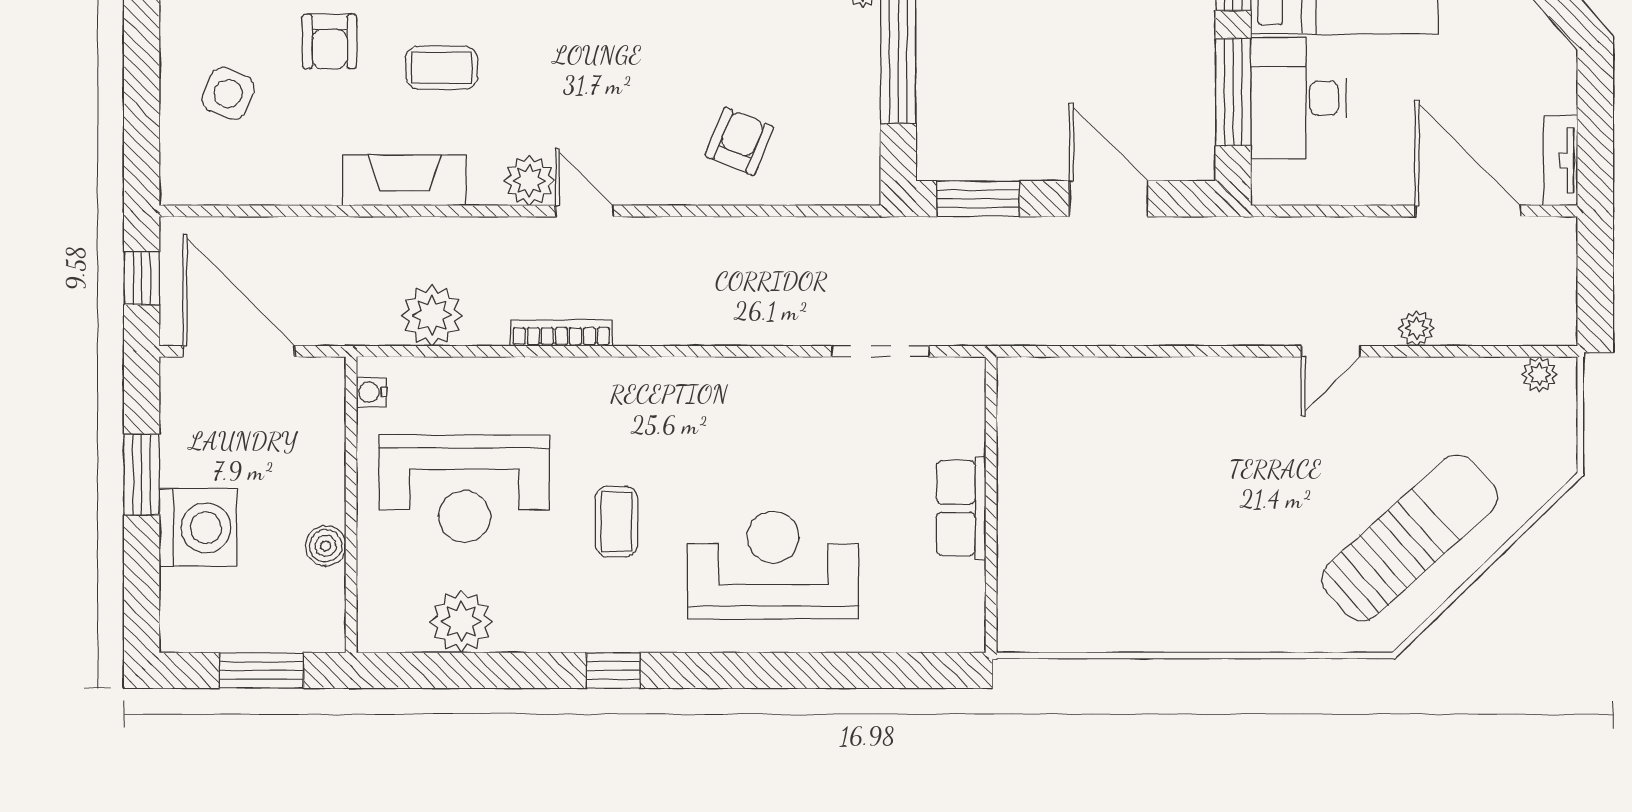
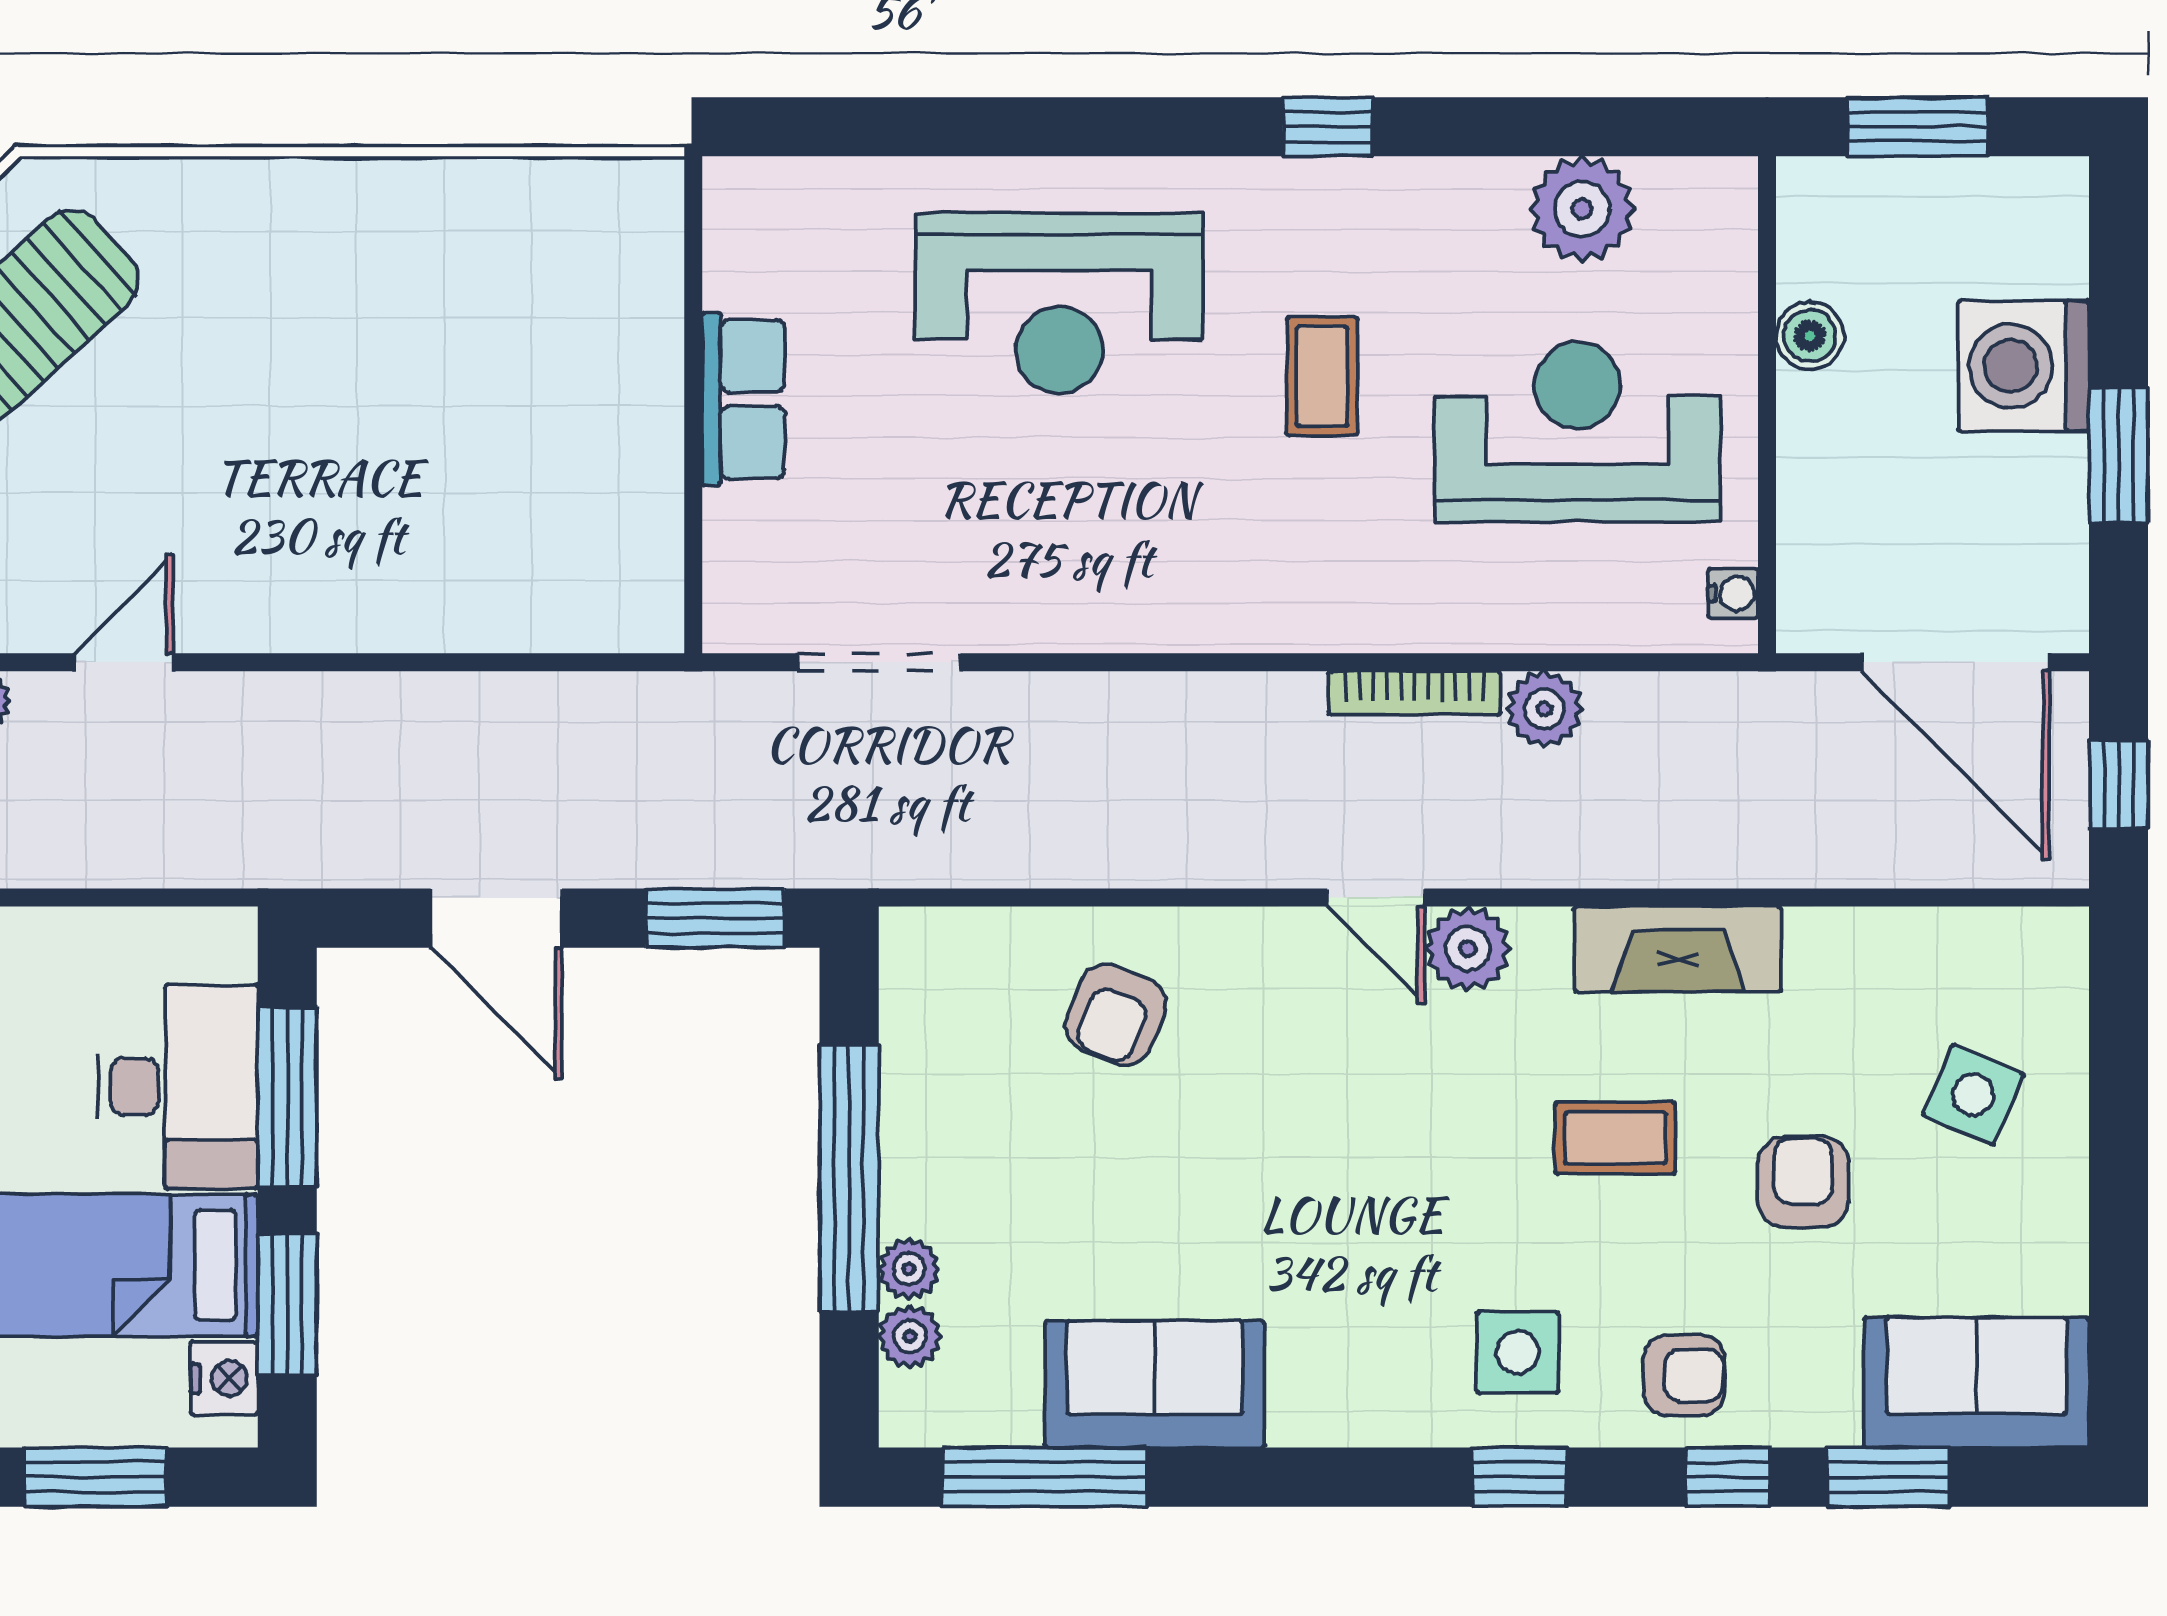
plant: (432, 315) -> (1544, 709), moved, width x0.73, depth x0.73

